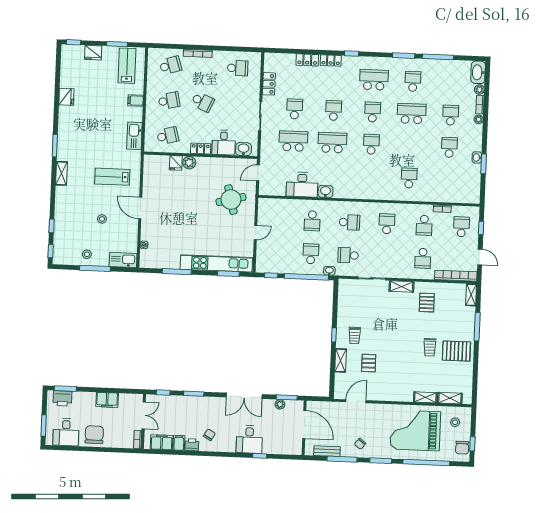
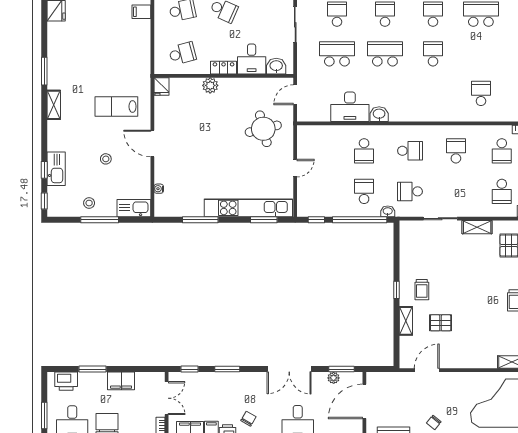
kitchen sink: (134, 136) -> (56, 169), moved, turned 180
fridge: (176, 163) -> (161, 86), moved
pallet: (369, 363) -> (441, 323), turned 90
window: (65, 389) -> (93, 369), moved
door: (304, 424) -> (364, 401), swing flipped

